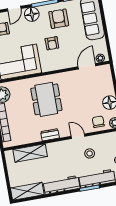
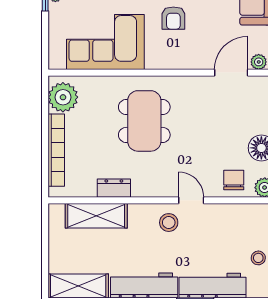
dresser: (50, 135) -> (114, 188), moved
stool: (90, 153) -> (169, 223), moved

